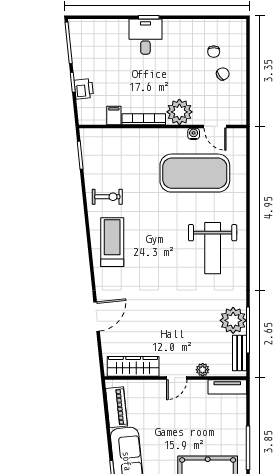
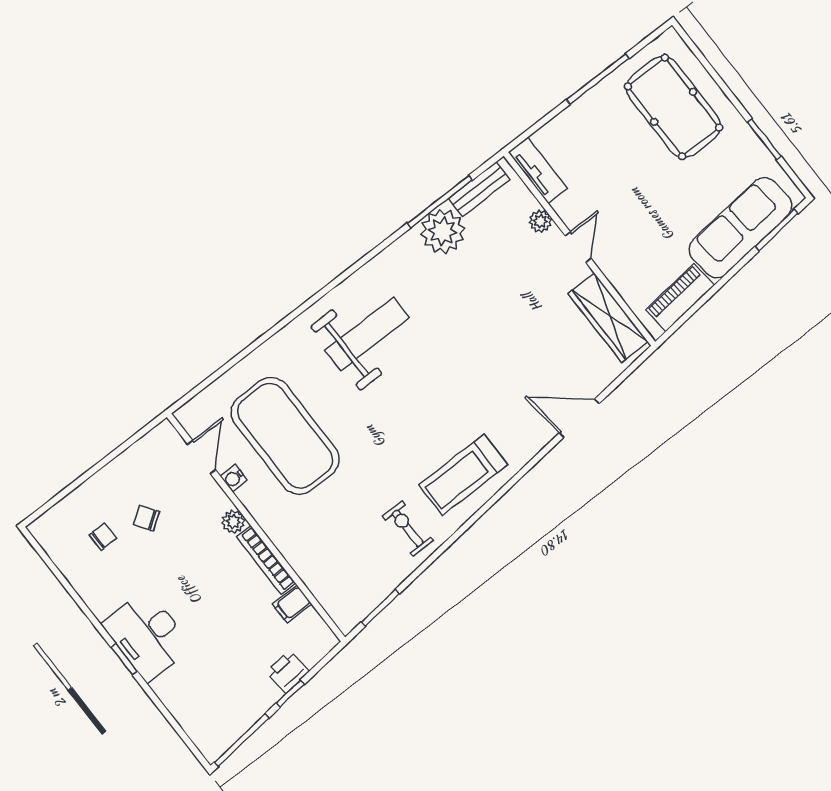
desk: (145, 37) -> (147, 635), width x1.37
chair: (223, 74) -> (146, 518), moved
plant: (179, 112) -> (233, 522), width x0.53, depth x0.53
door: (177, 378) -> (578, 247), hinge flipped

